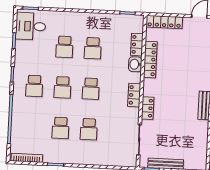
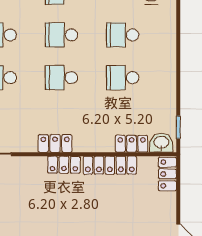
locker: (164, 22) -> (167, 174), width x0.66
washbasin: (135, 64) -> (161, 143), moved
locker: (148, 108) -> (64, 165), moved

